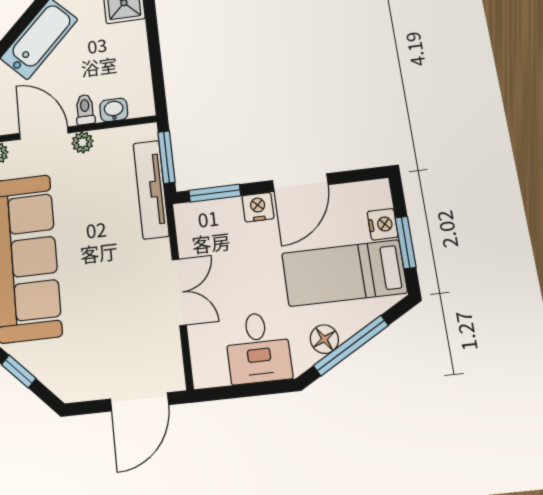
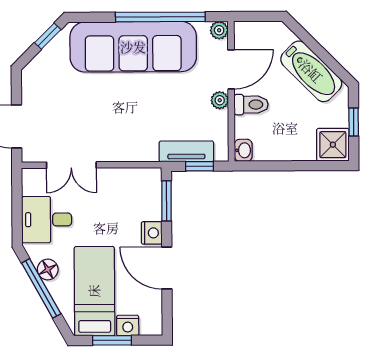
toilet: (85, 110) -> (251, 105), width x1.37, depth x1.39
washbasin: (114, 110) -> (243, 150), moved
window: (166, 157) -> (200, 166), width x0.67
tv unit: (151, 189) -> (186, 151), width x0.71
double door: (179, 292) -> (71, 165), moved

